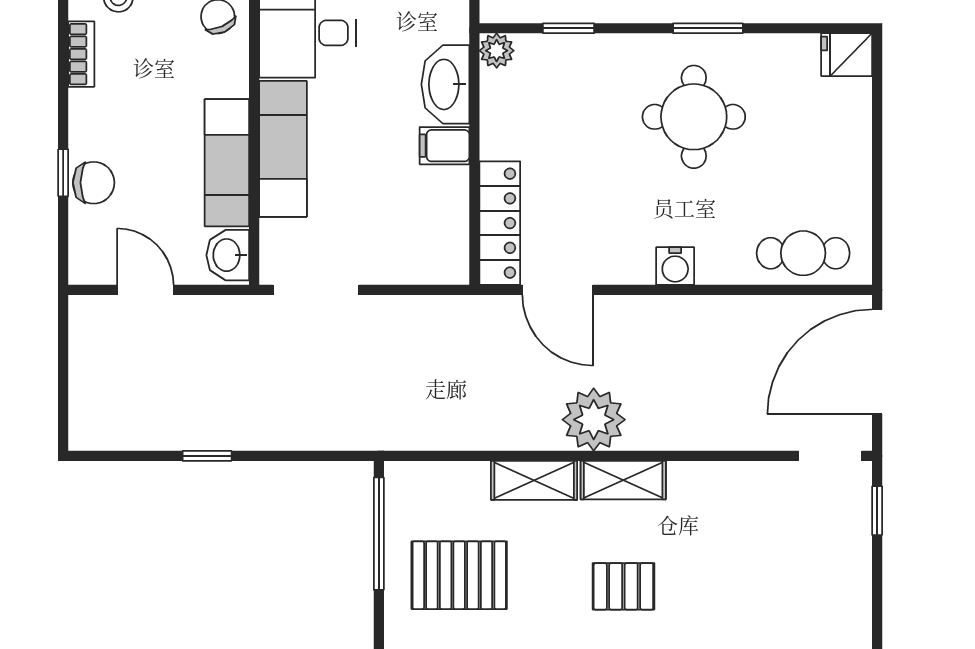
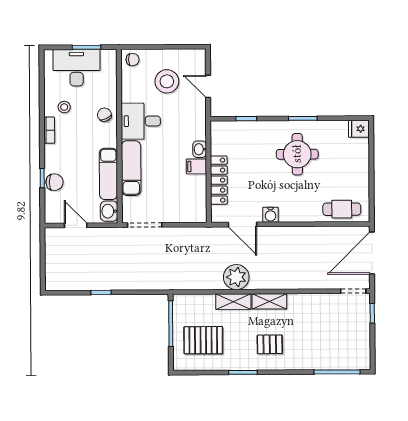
plant: (497, 51) -> (217, 128), removed
washbasin: (445, 84) -> (200, 149), width x0.52, depth x0.69
locker: (500, 223) -> (219, 180), moved
water cooler: (675, 266) -> (270, 215), moved
plant: (594, 420) -> (236, 277), moved

